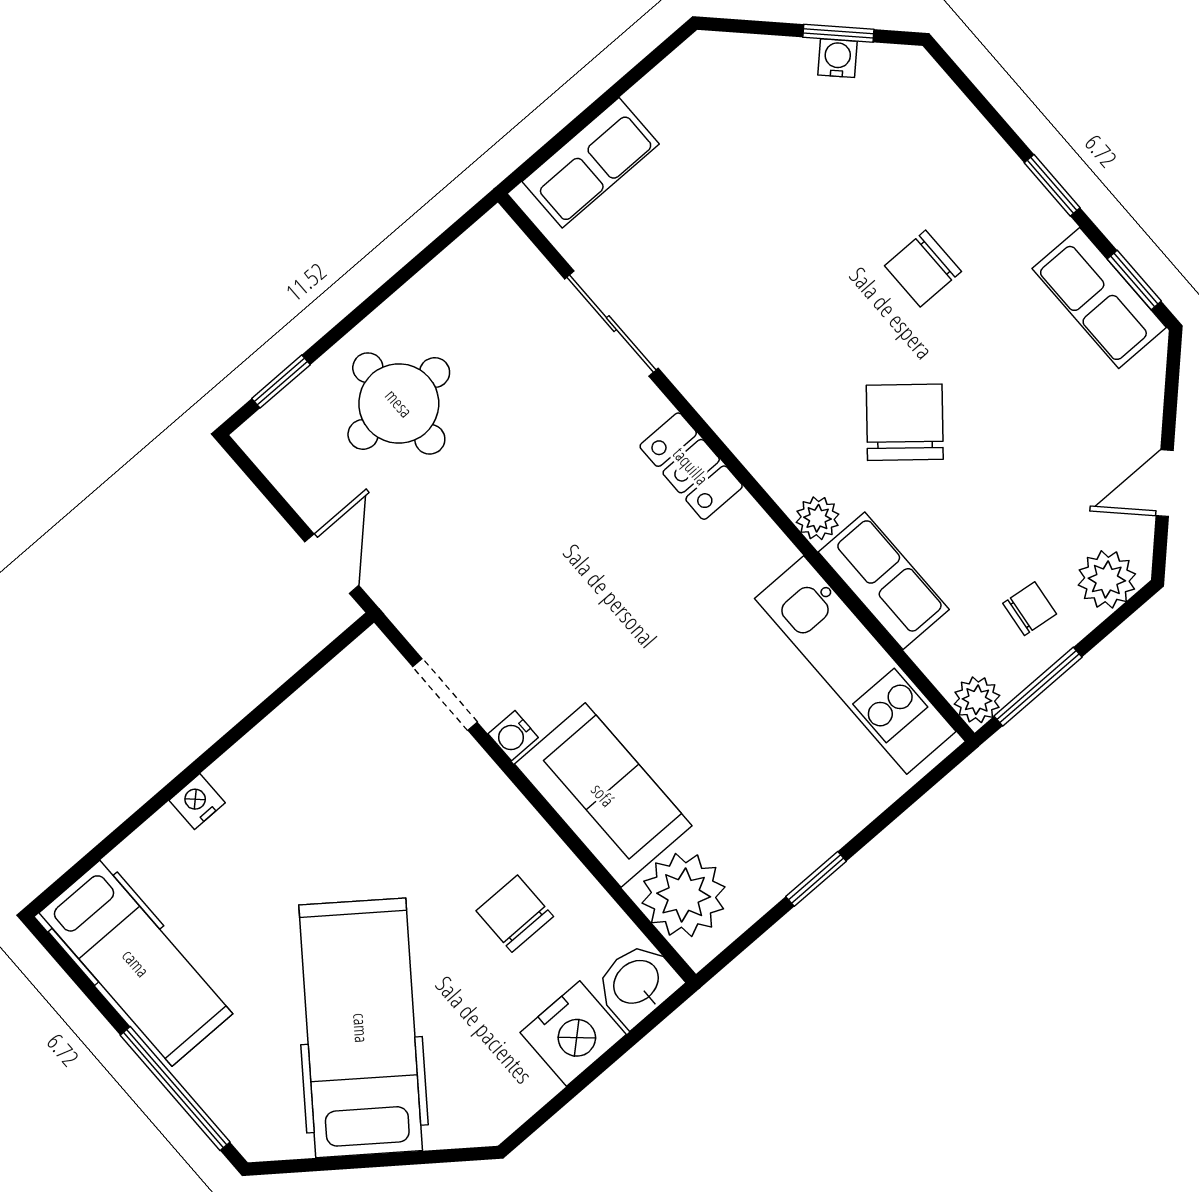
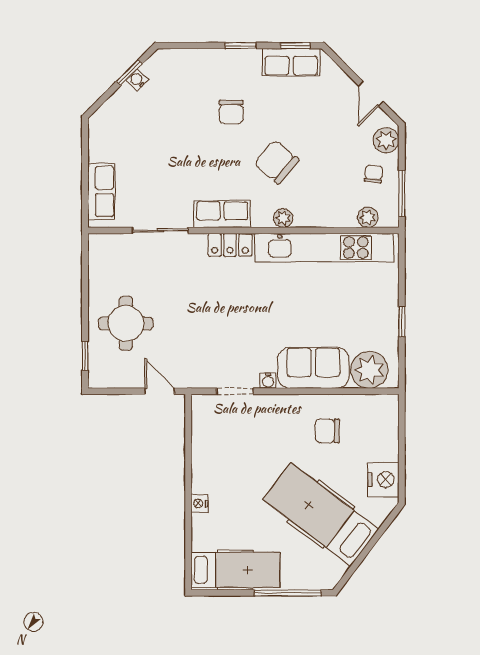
row of seats: (884, 581) -> (222, 214), moved
kitchen unit: (855, 665) -> (324, 248), width x1.36
plant: (977, 700) -> (368, 217), moved
washbasin: (637, 983) -> (385, 410), removed
nightstand: (573, 1033) -> (383, 480), moved

